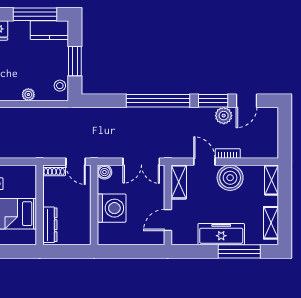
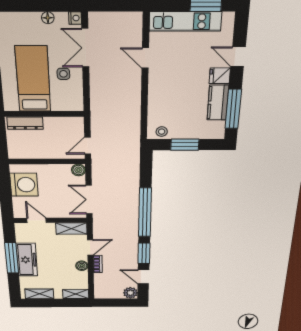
kitchen counter: (49, 30) -> (218, 103), moved
plant: (28, 95) -> (154, 103), removed
plant: (224, 116) -> (130, 293), moved
shoe rack: (54, 170) -> (79, 127), removed
boiler: (230, 178) -> (82, 266), width x0.54, depth x0.54
washing machine: (112, 208) -> (24, 185), moved, turned -90
window: (239, 251) -> (12, 258), moved

